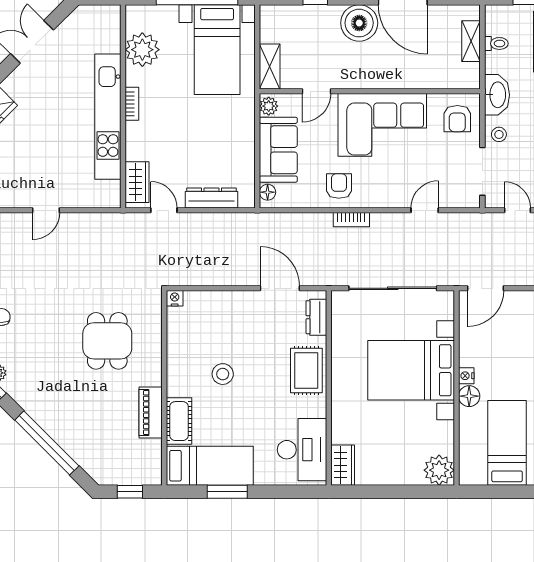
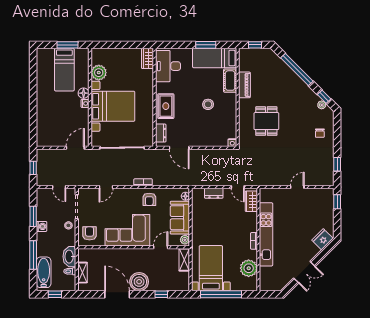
washbasin: (497, 95) -> (69, 257), moved
dresser: (211, 198) -> (214, 193), width x0.70
plant: (439, 470) -> (99, 73), moved
window: (501, 492) -> (67, 45), added

